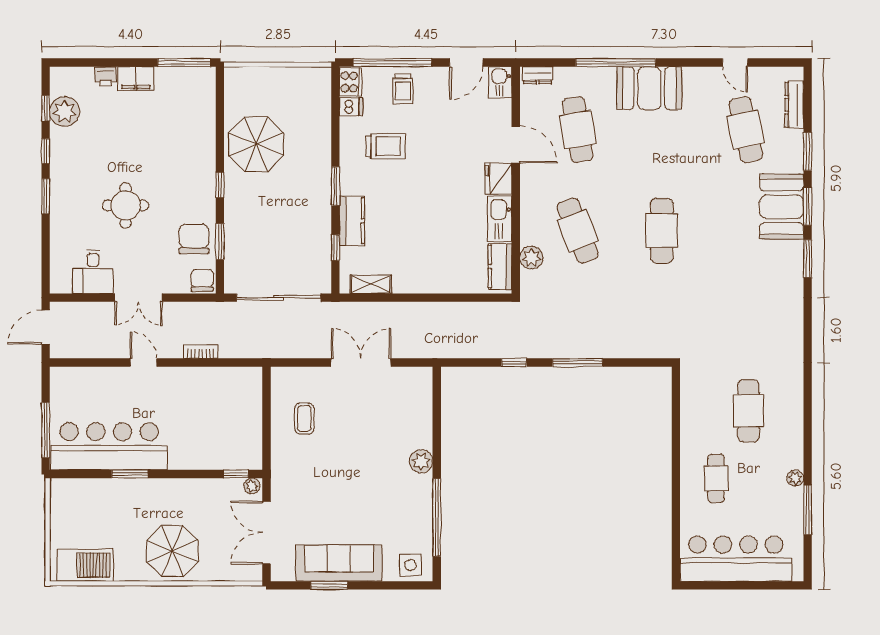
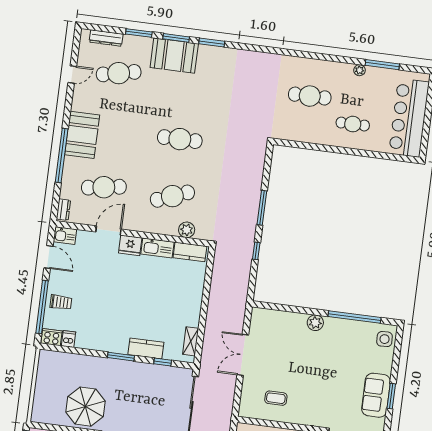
trolley: (385, 146) -> (98, 319), removed
sofa: (339, 563) -> (376, 395), width x0.73

